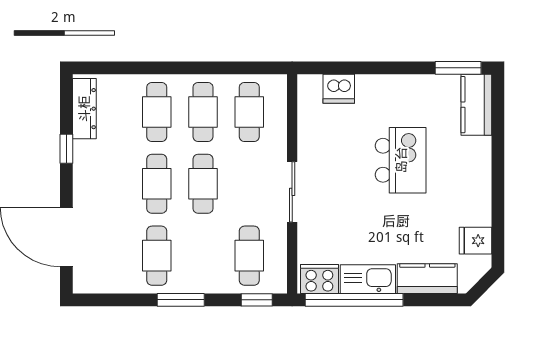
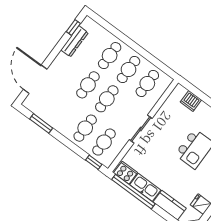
dresser: (84, 109) -> (75, 41), moved
window: (66, 149) -> (73, 28), moved
cafe table: (157, 256) -> (85, 128), moved
window: (181, 300) -> (41, 123), moved

